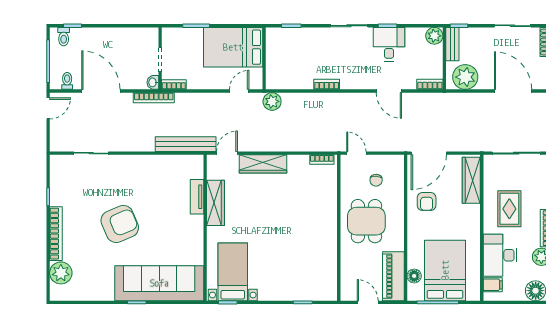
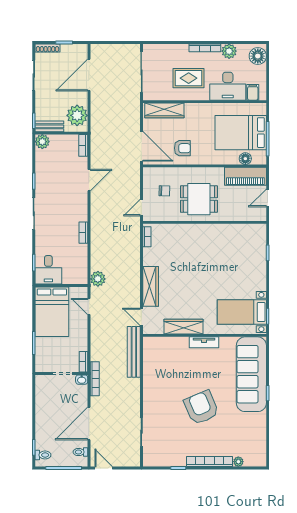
desk: (389, 44) -> (48, 270), moved, turned -90
tv unit: (197, 197) -> (204, 342), moved
plant: (61, 273) -> (238, 462), width x0.53, depth x0.53

